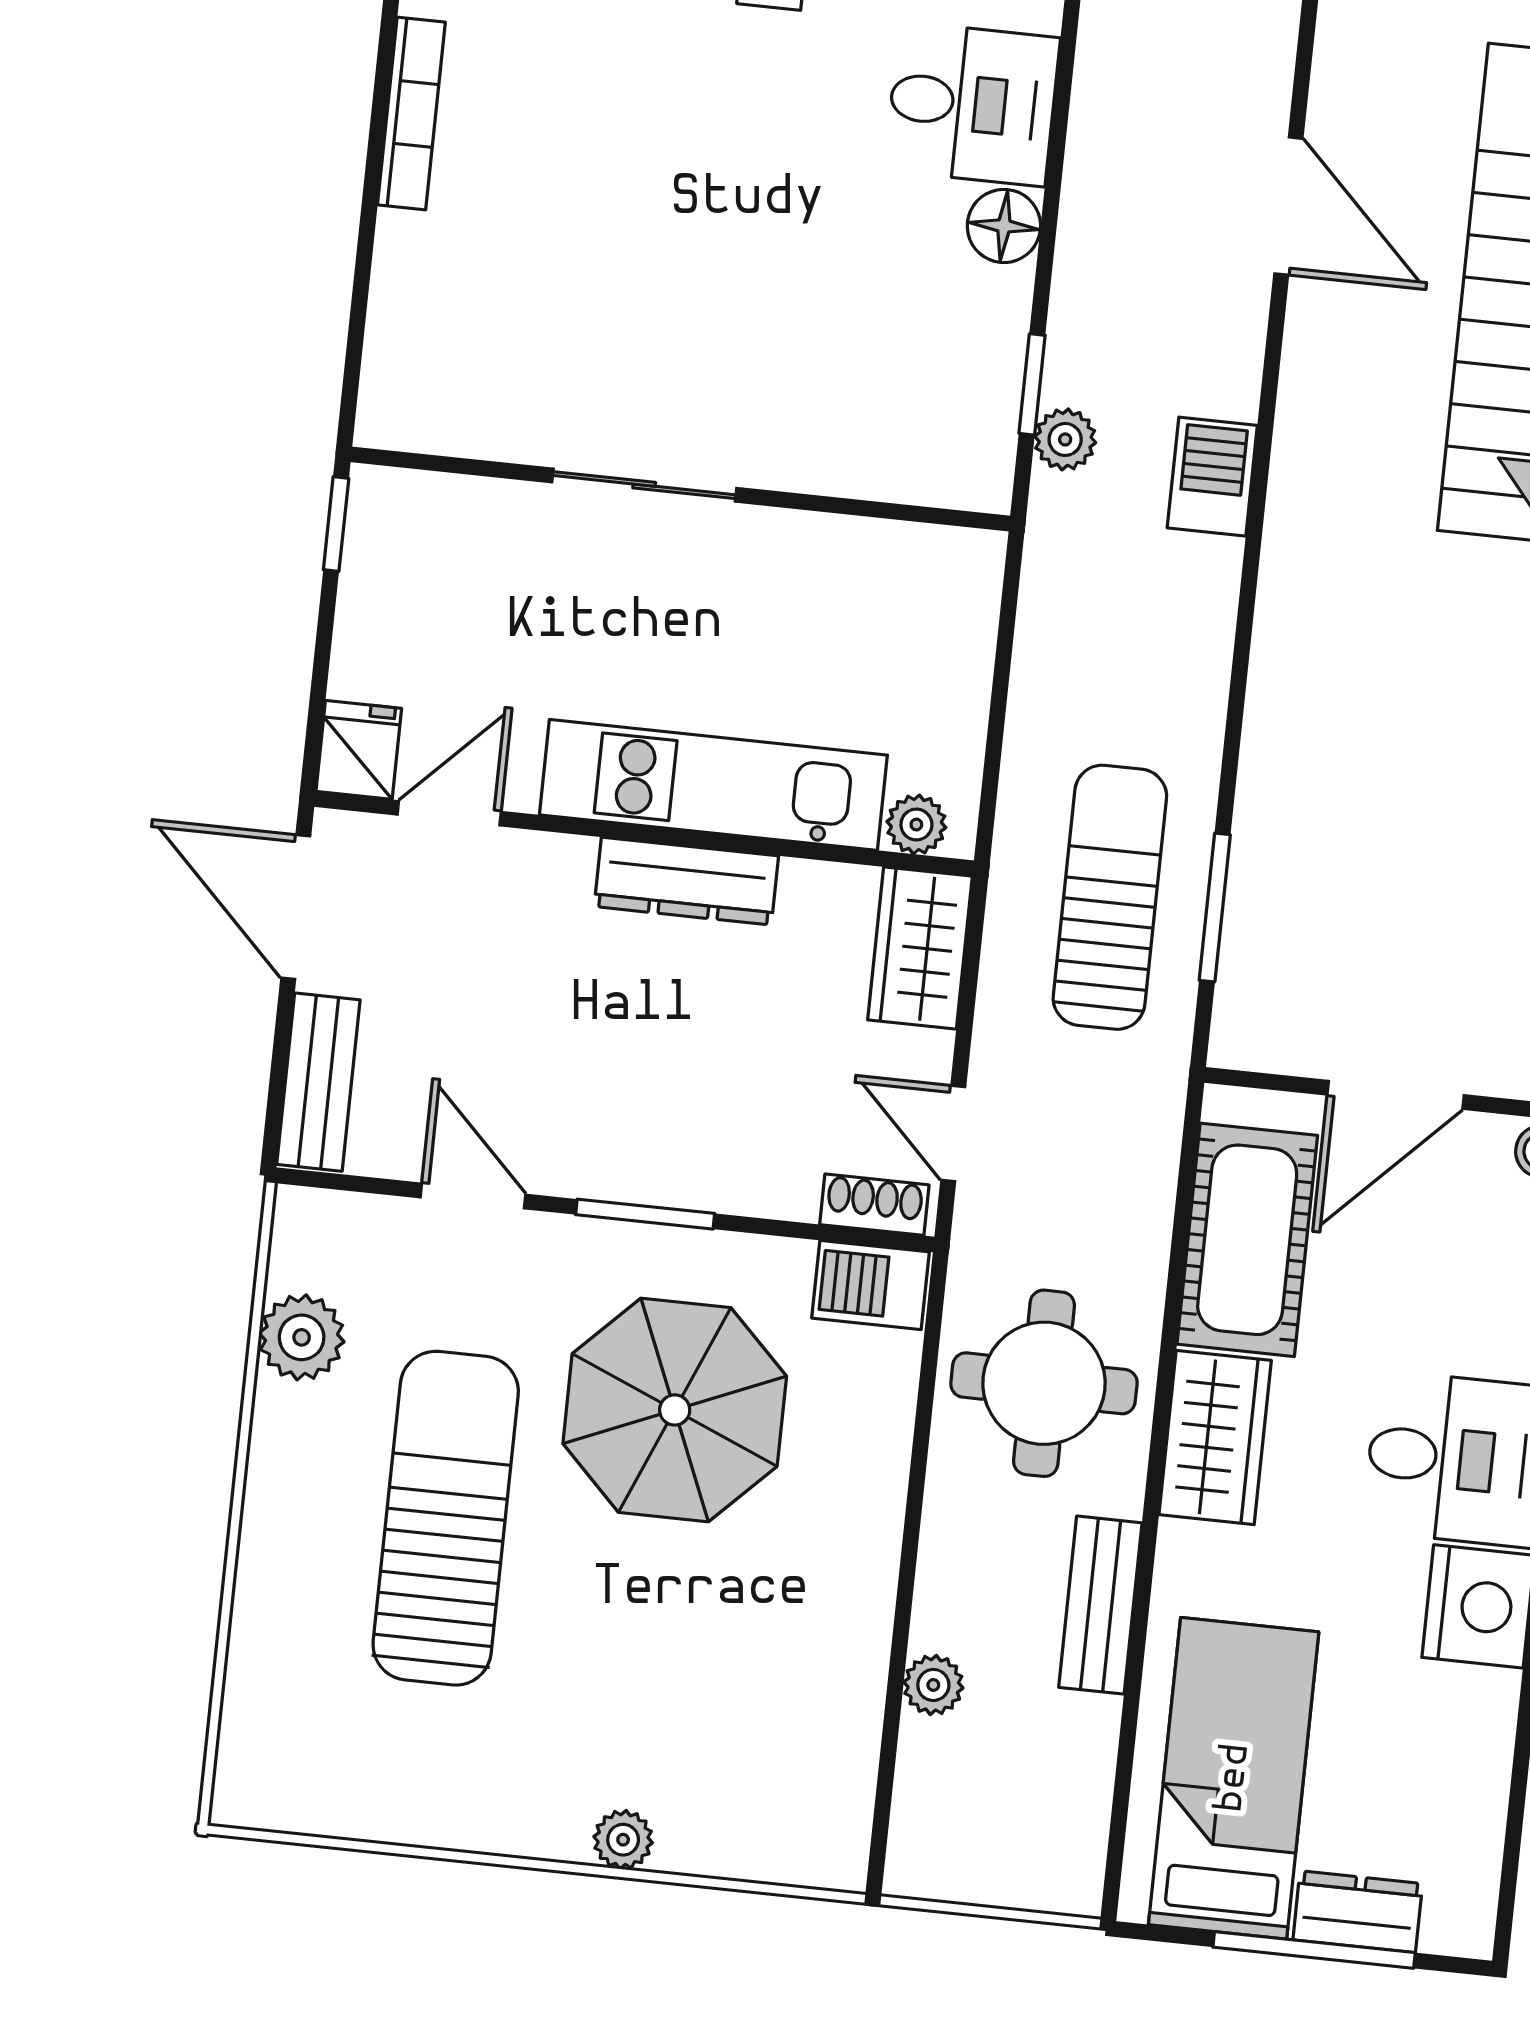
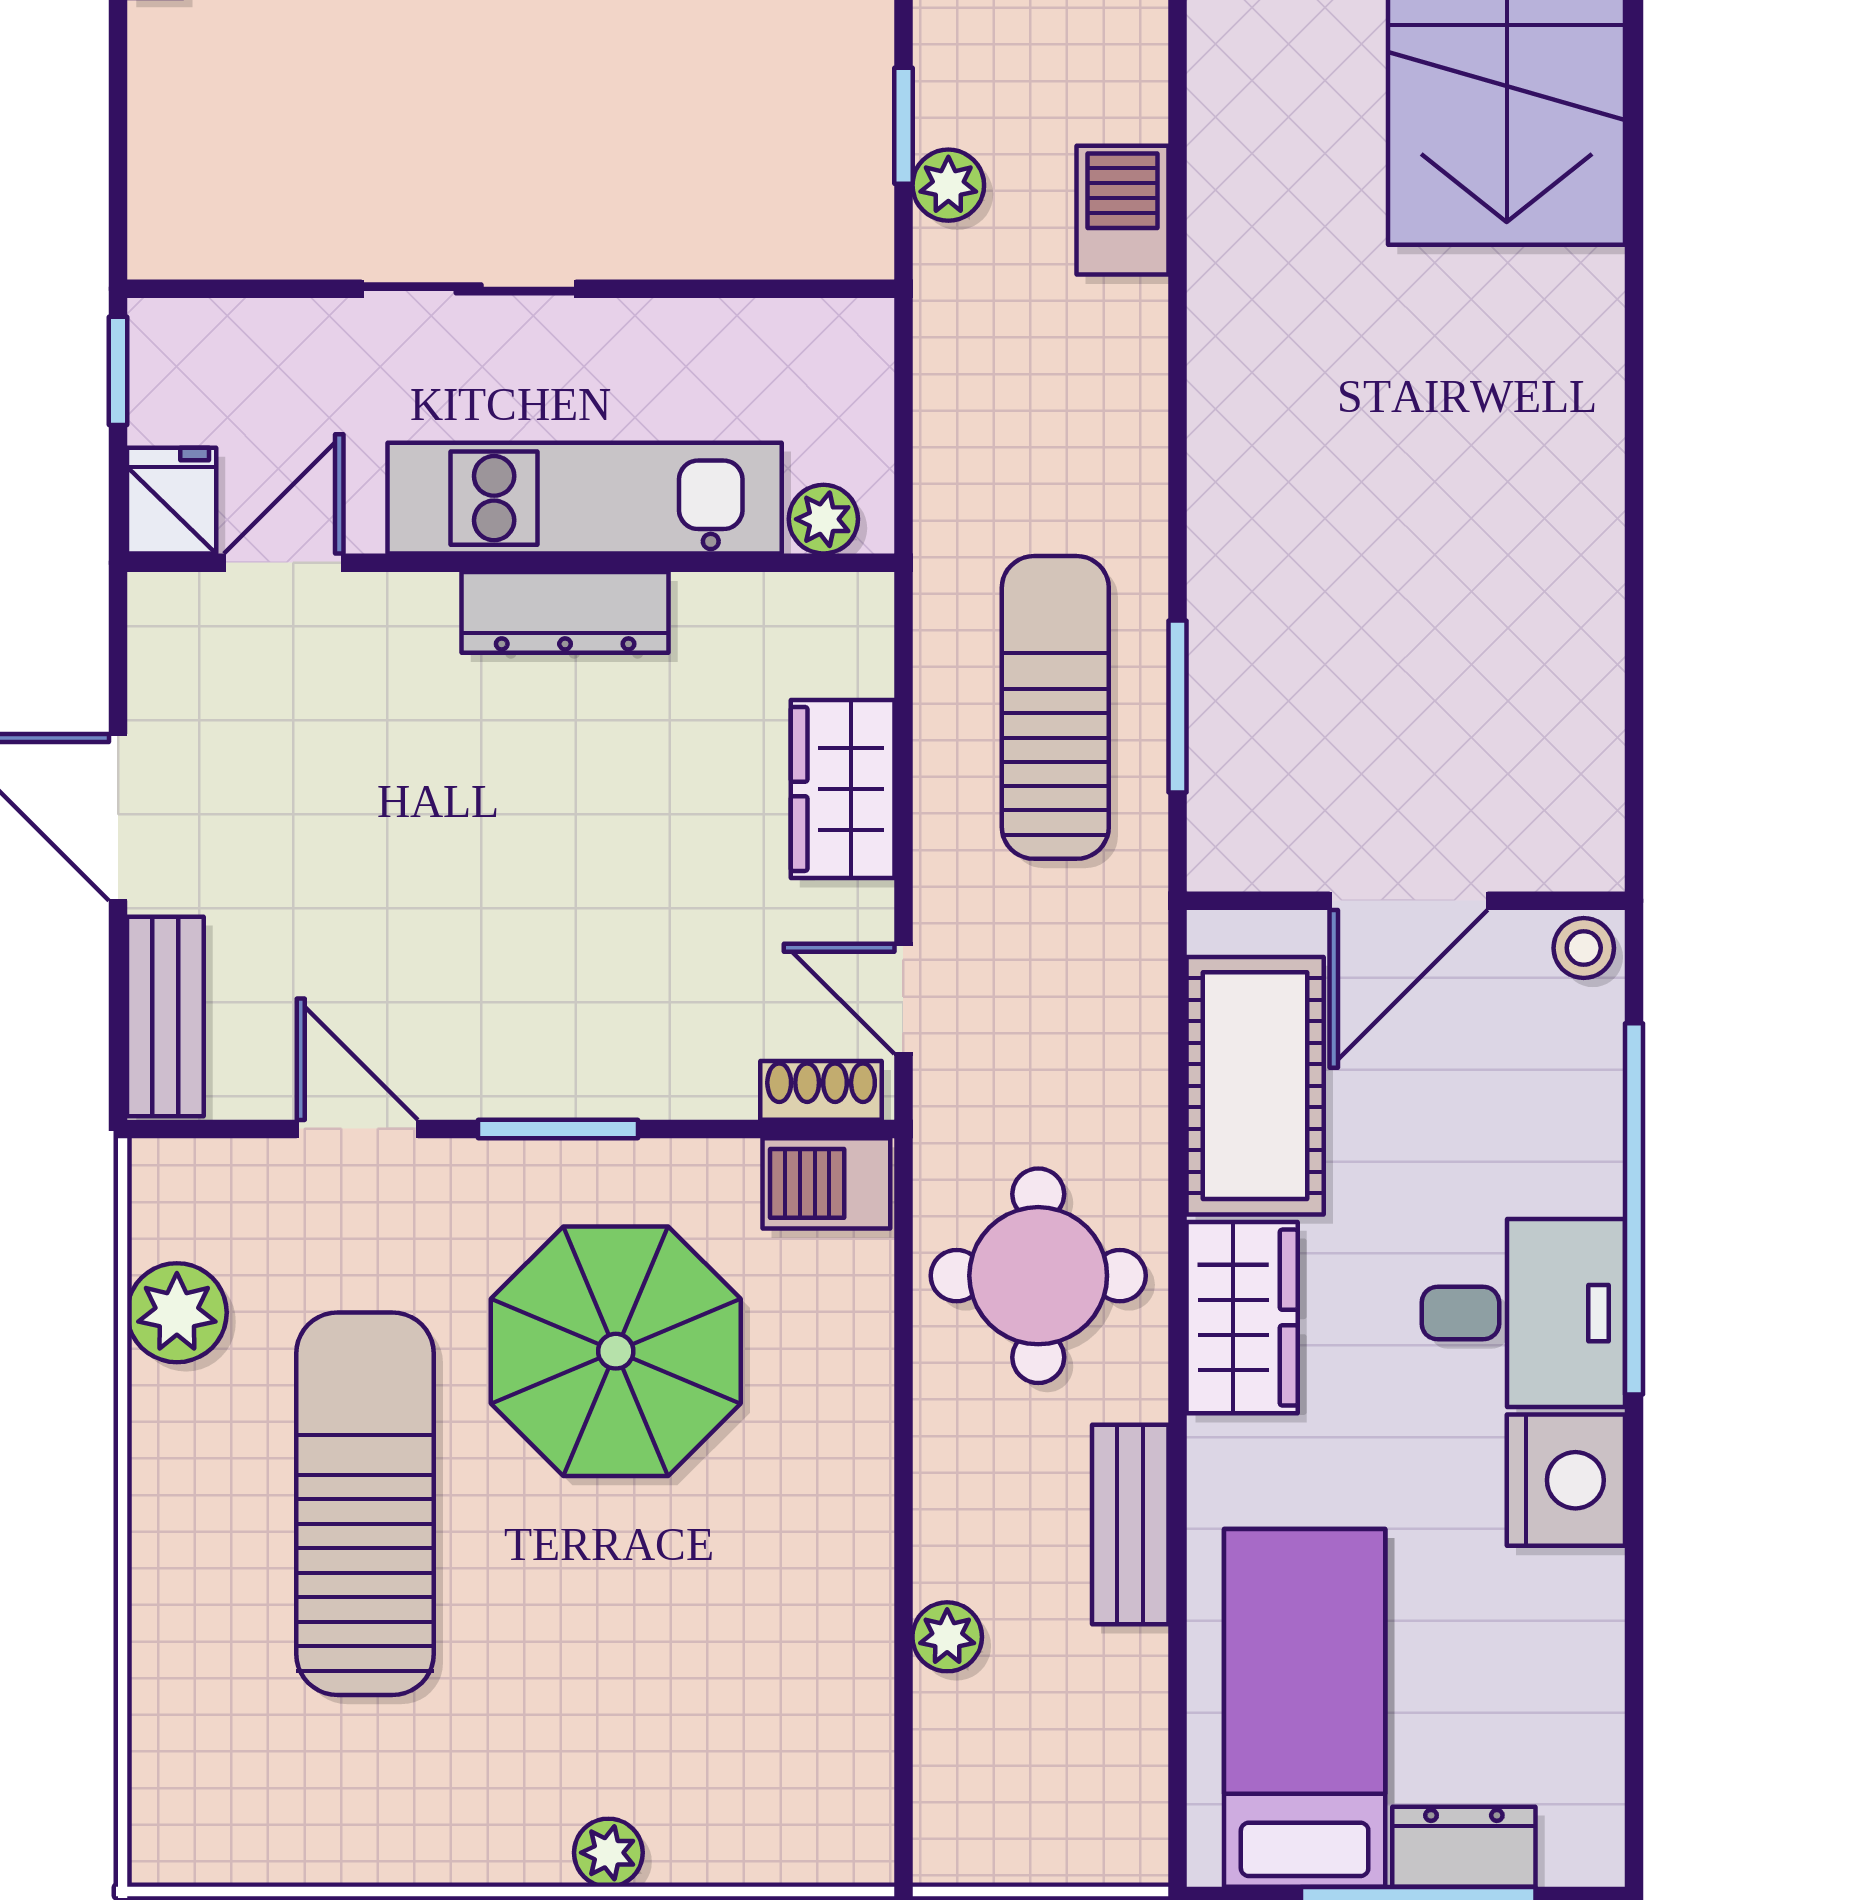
fridge: (359, 750) -> (172, 501), moved
kitchen unit: (713, 785) -> (585, 498), moved
door: (449, 813) -> (284, 563), moved
plant: (916, 825) -> (823, 519), moved
wall: (644, 834) -> (511, 563), moved
dresser: (686, 881) -> (565, 612), moved

